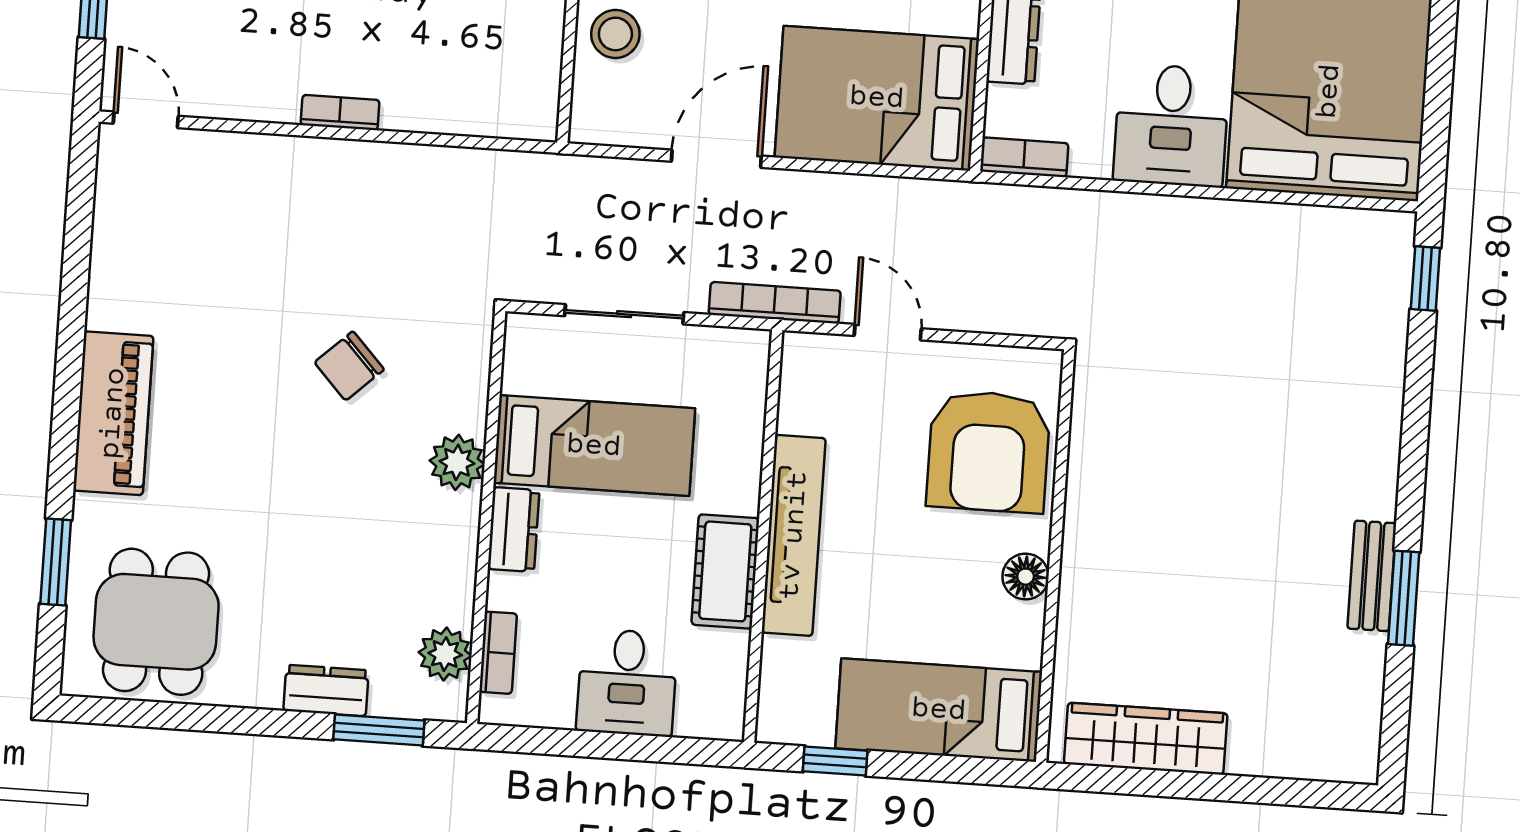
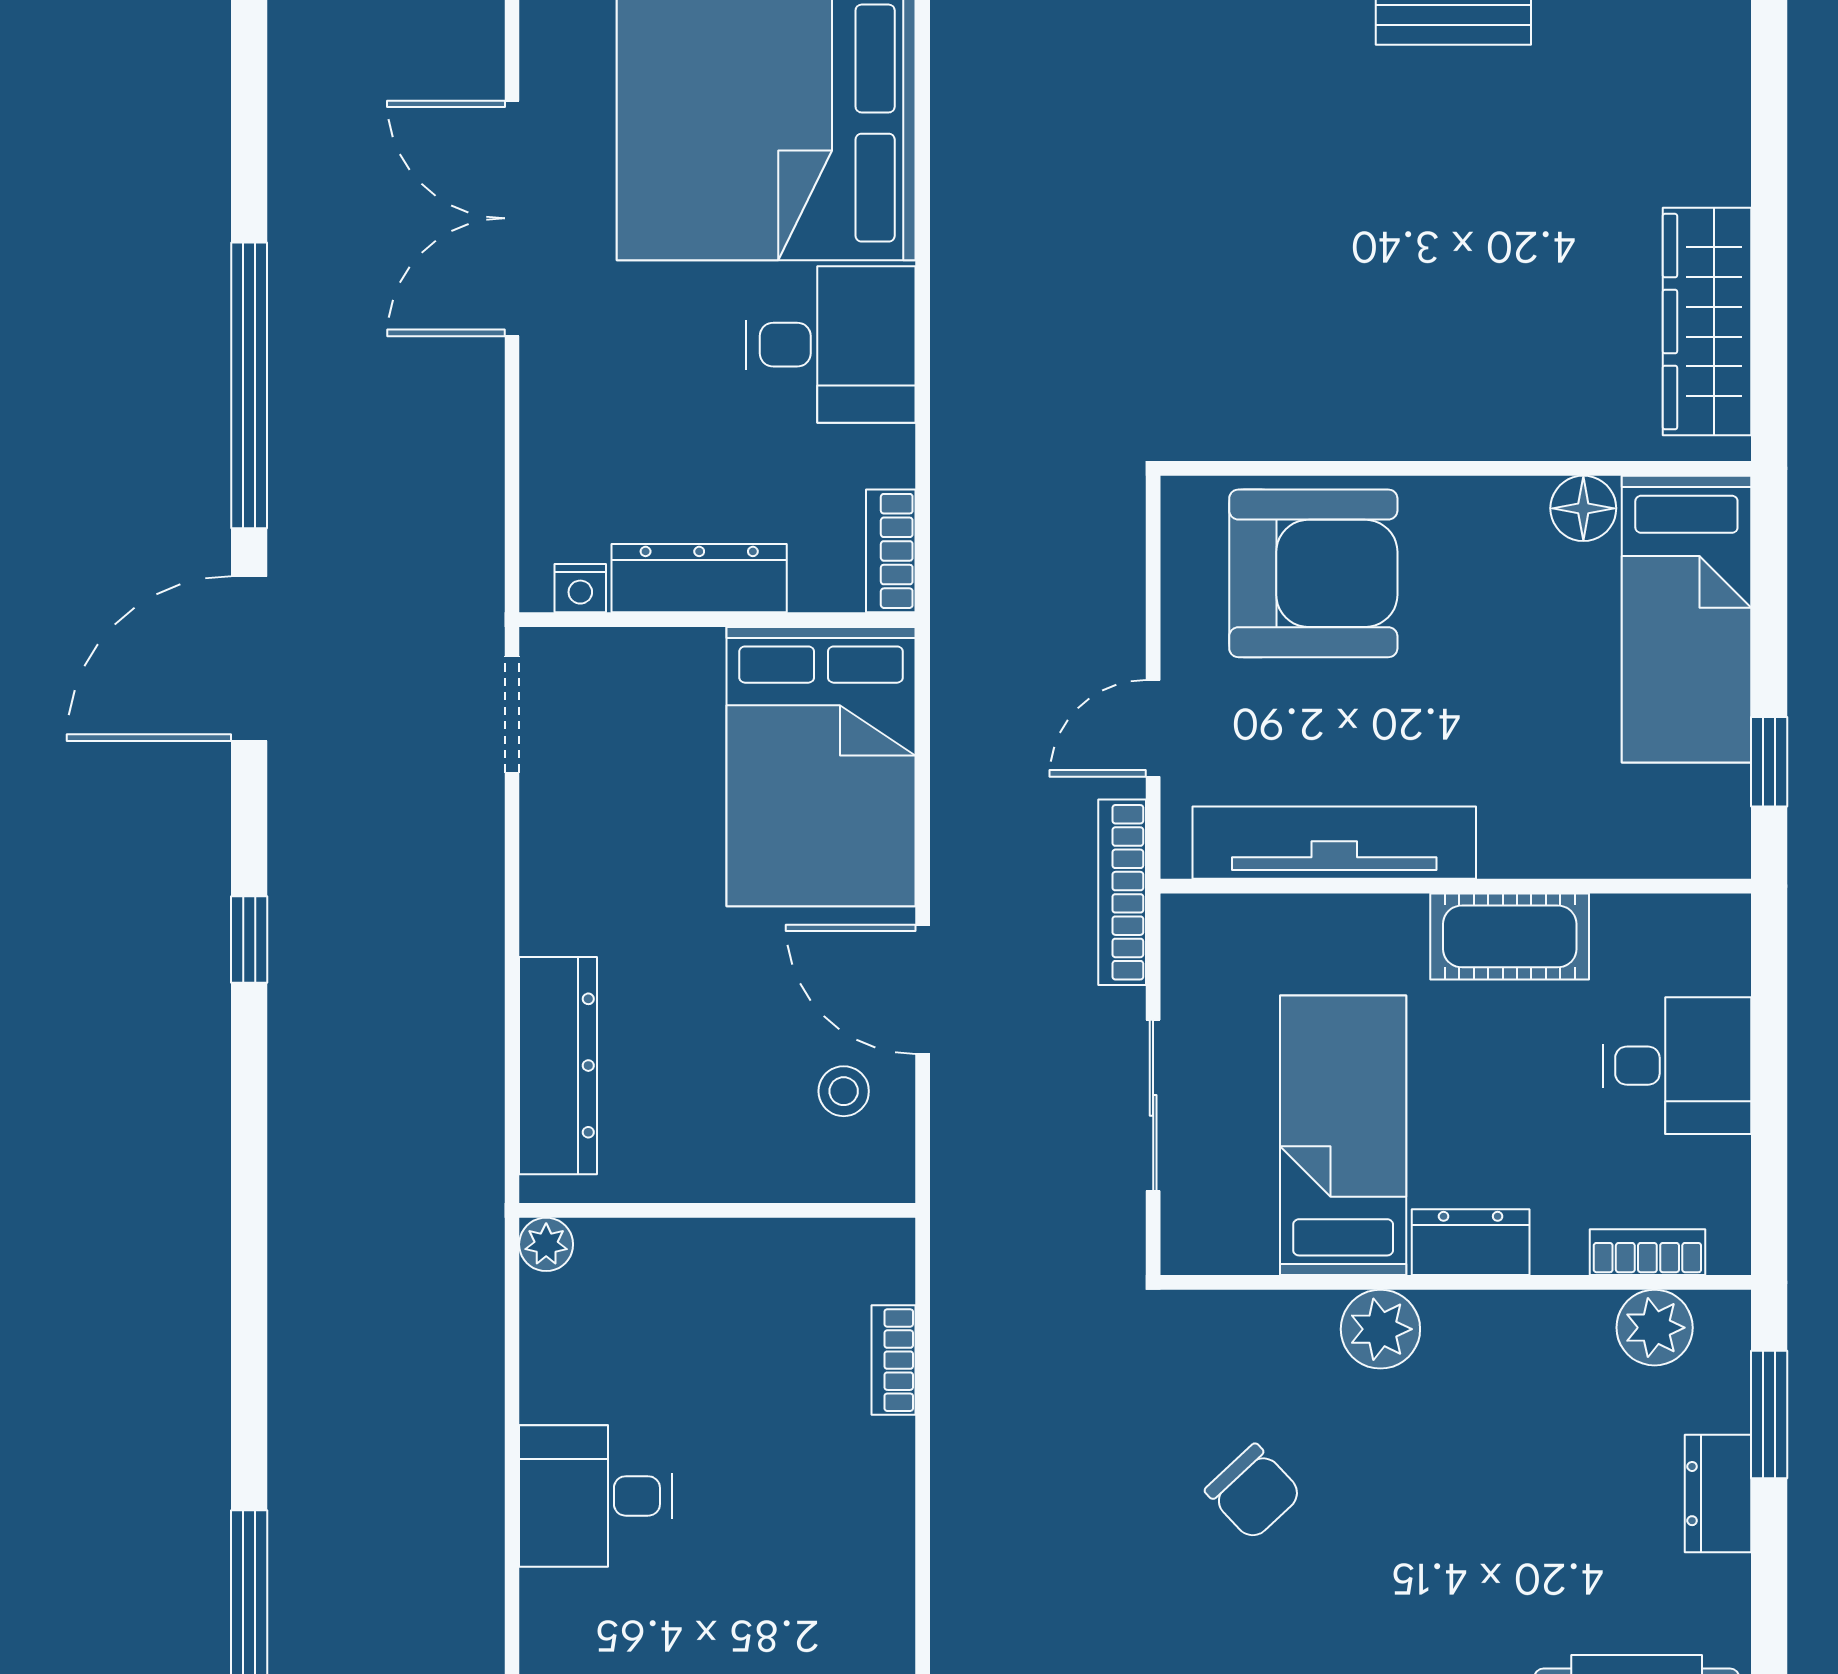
stool: (615, 34) -> (844, 1091), moved, width x0.73, depth x0.73
bookcase: (340, 113) -> (893, 1360), moved
tv unit: (794, 535) -> (1334, 843), moved
floor lamp: (1026, 577) -> (1583, 508), moved

